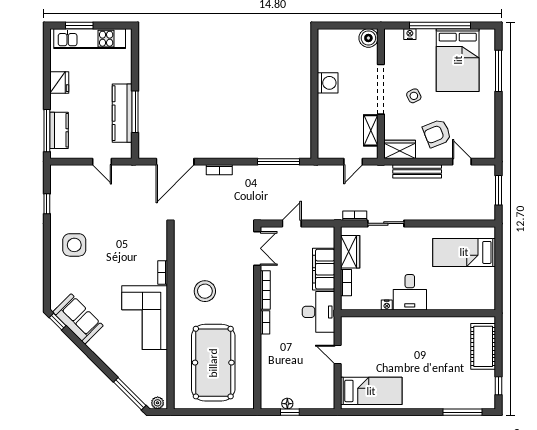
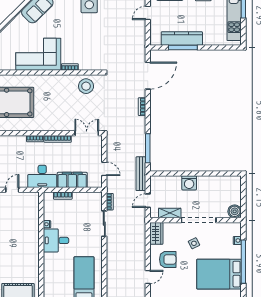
washing machine: (328, 83) -> (189, 183), moved
armchair: (437, 133) -> (168, 259), turned 112
door: (102, 162) -> (148, 13), moved
door: (175, 162) -> (148, 76), swing flipped
door: (353, 162) -> (148, 201), hinge flipped
bench: (417, 171) -> (141, 174), moved
door: (292, 223) -> (104, 169), moved
double door: (257, 248) -> (87, 133), swing flipped
wardrobe: (350, 252) -> (84, 199), removed
stool: (205, 291) -> (86, 86), moved

